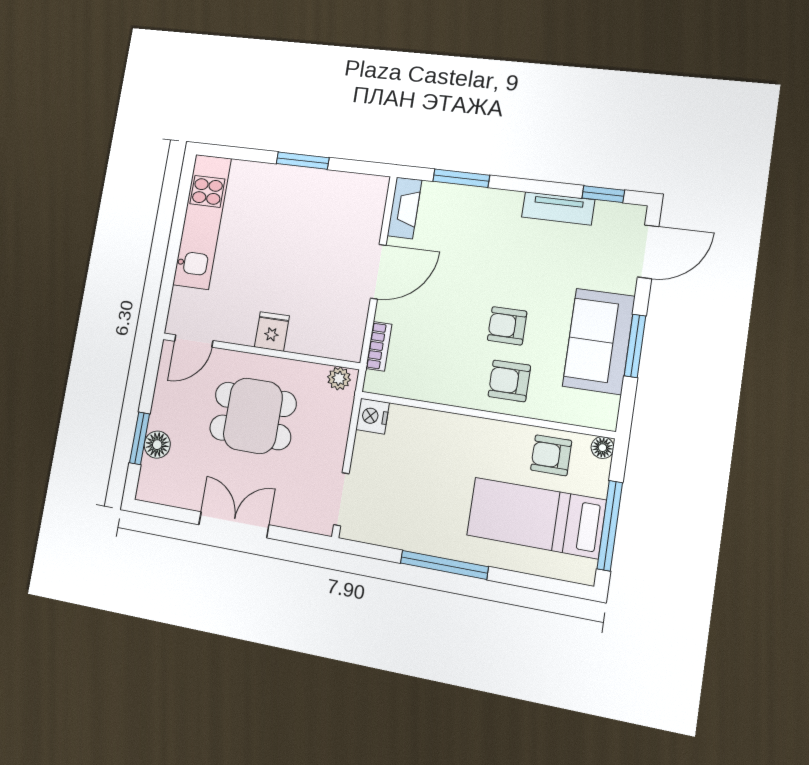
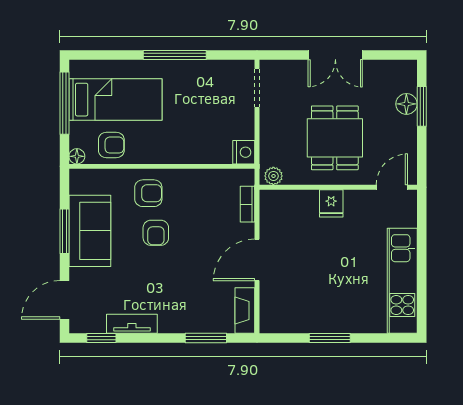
armchair: (507, 326) -> (156, 233), turned 90
dining table: (253, 416) -> (335, 138), turned 90

